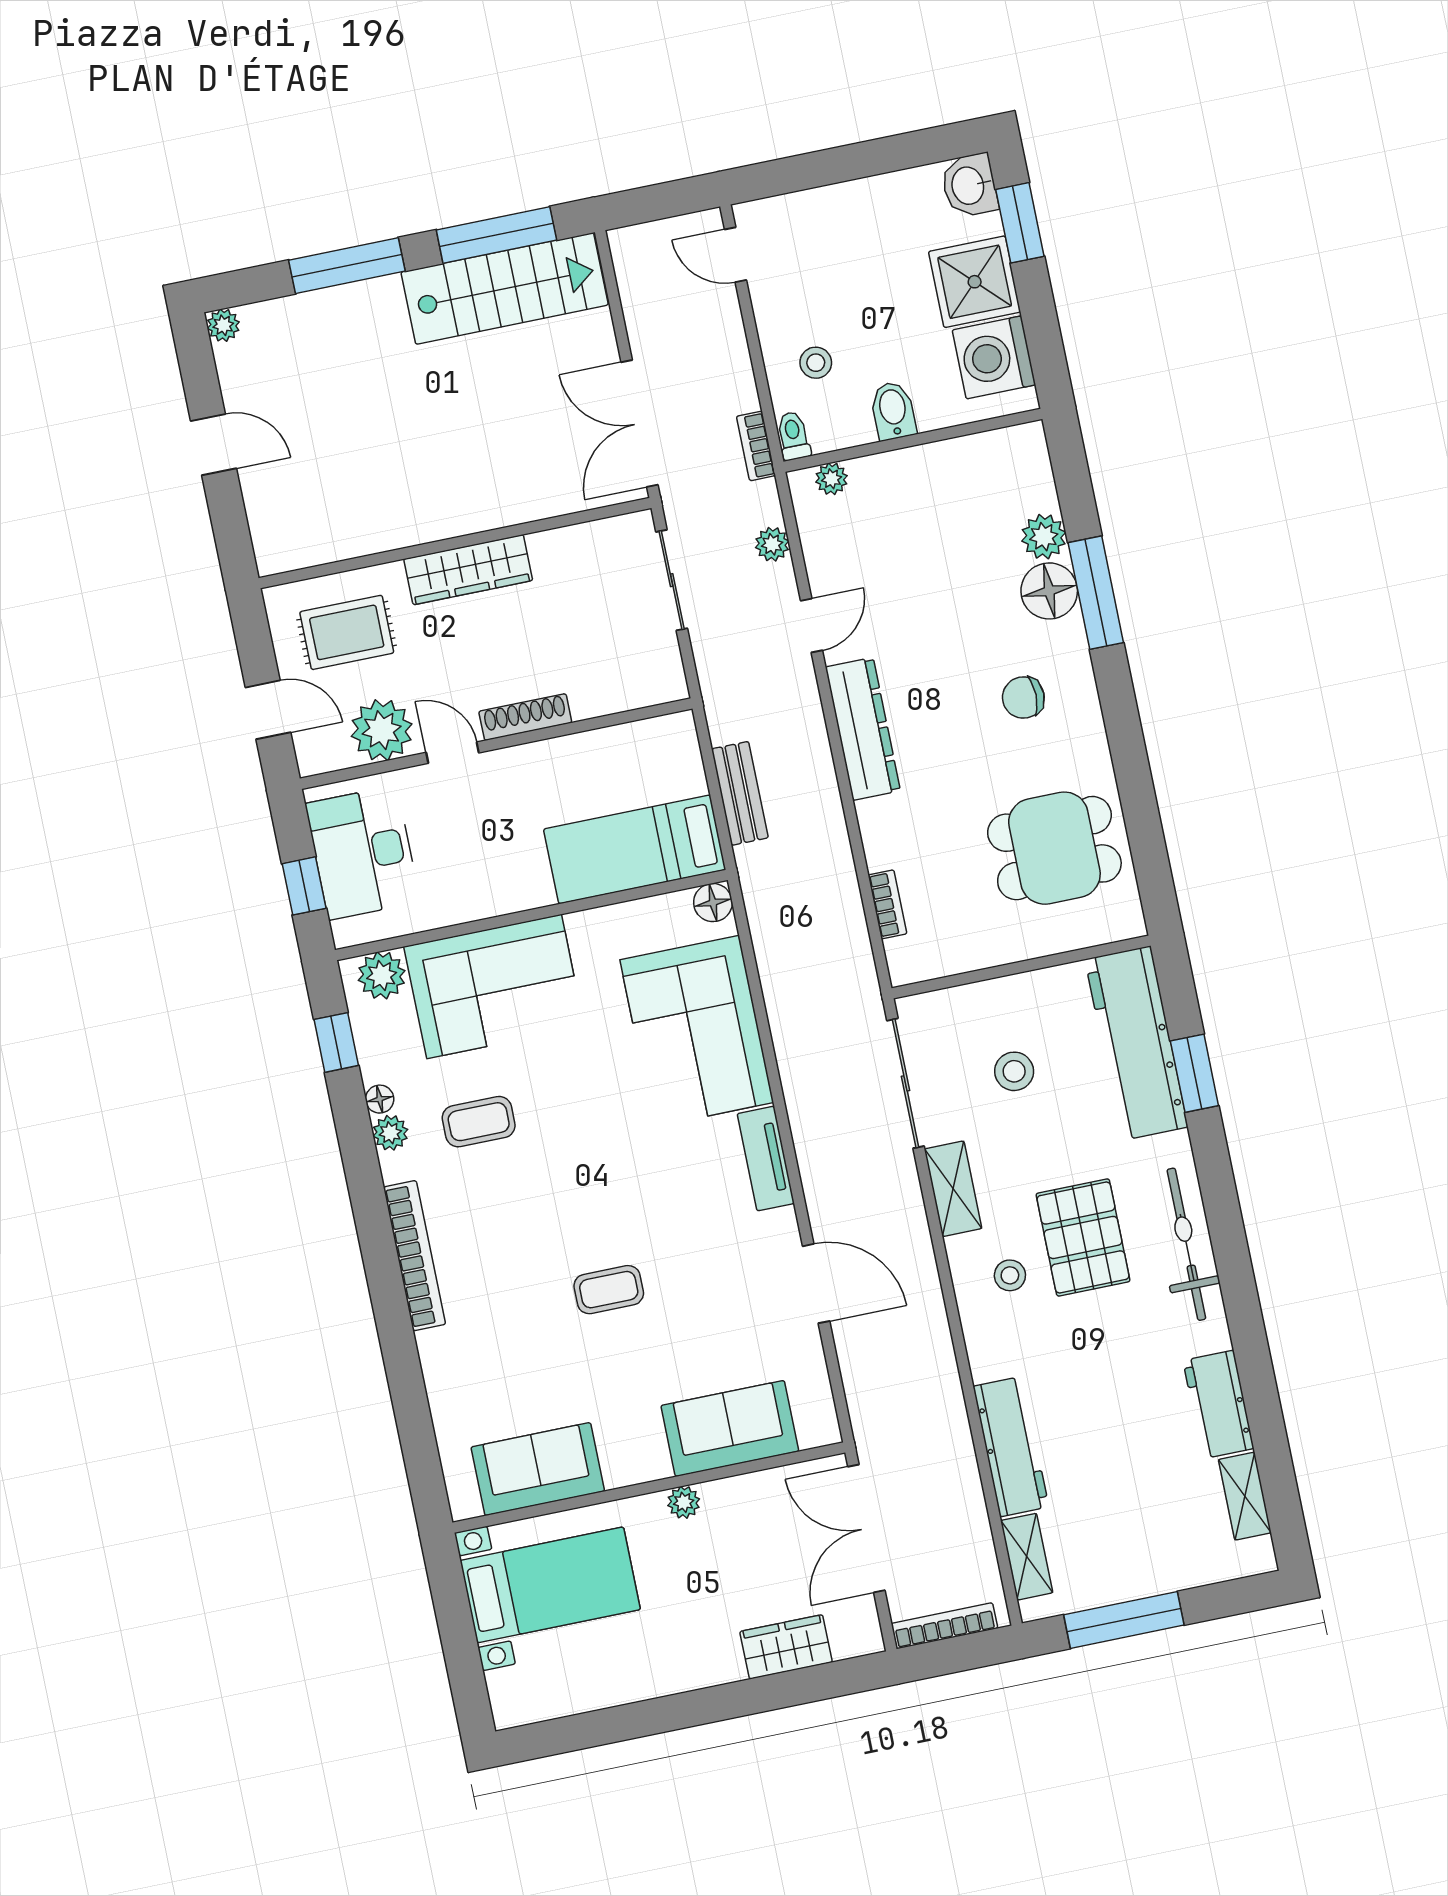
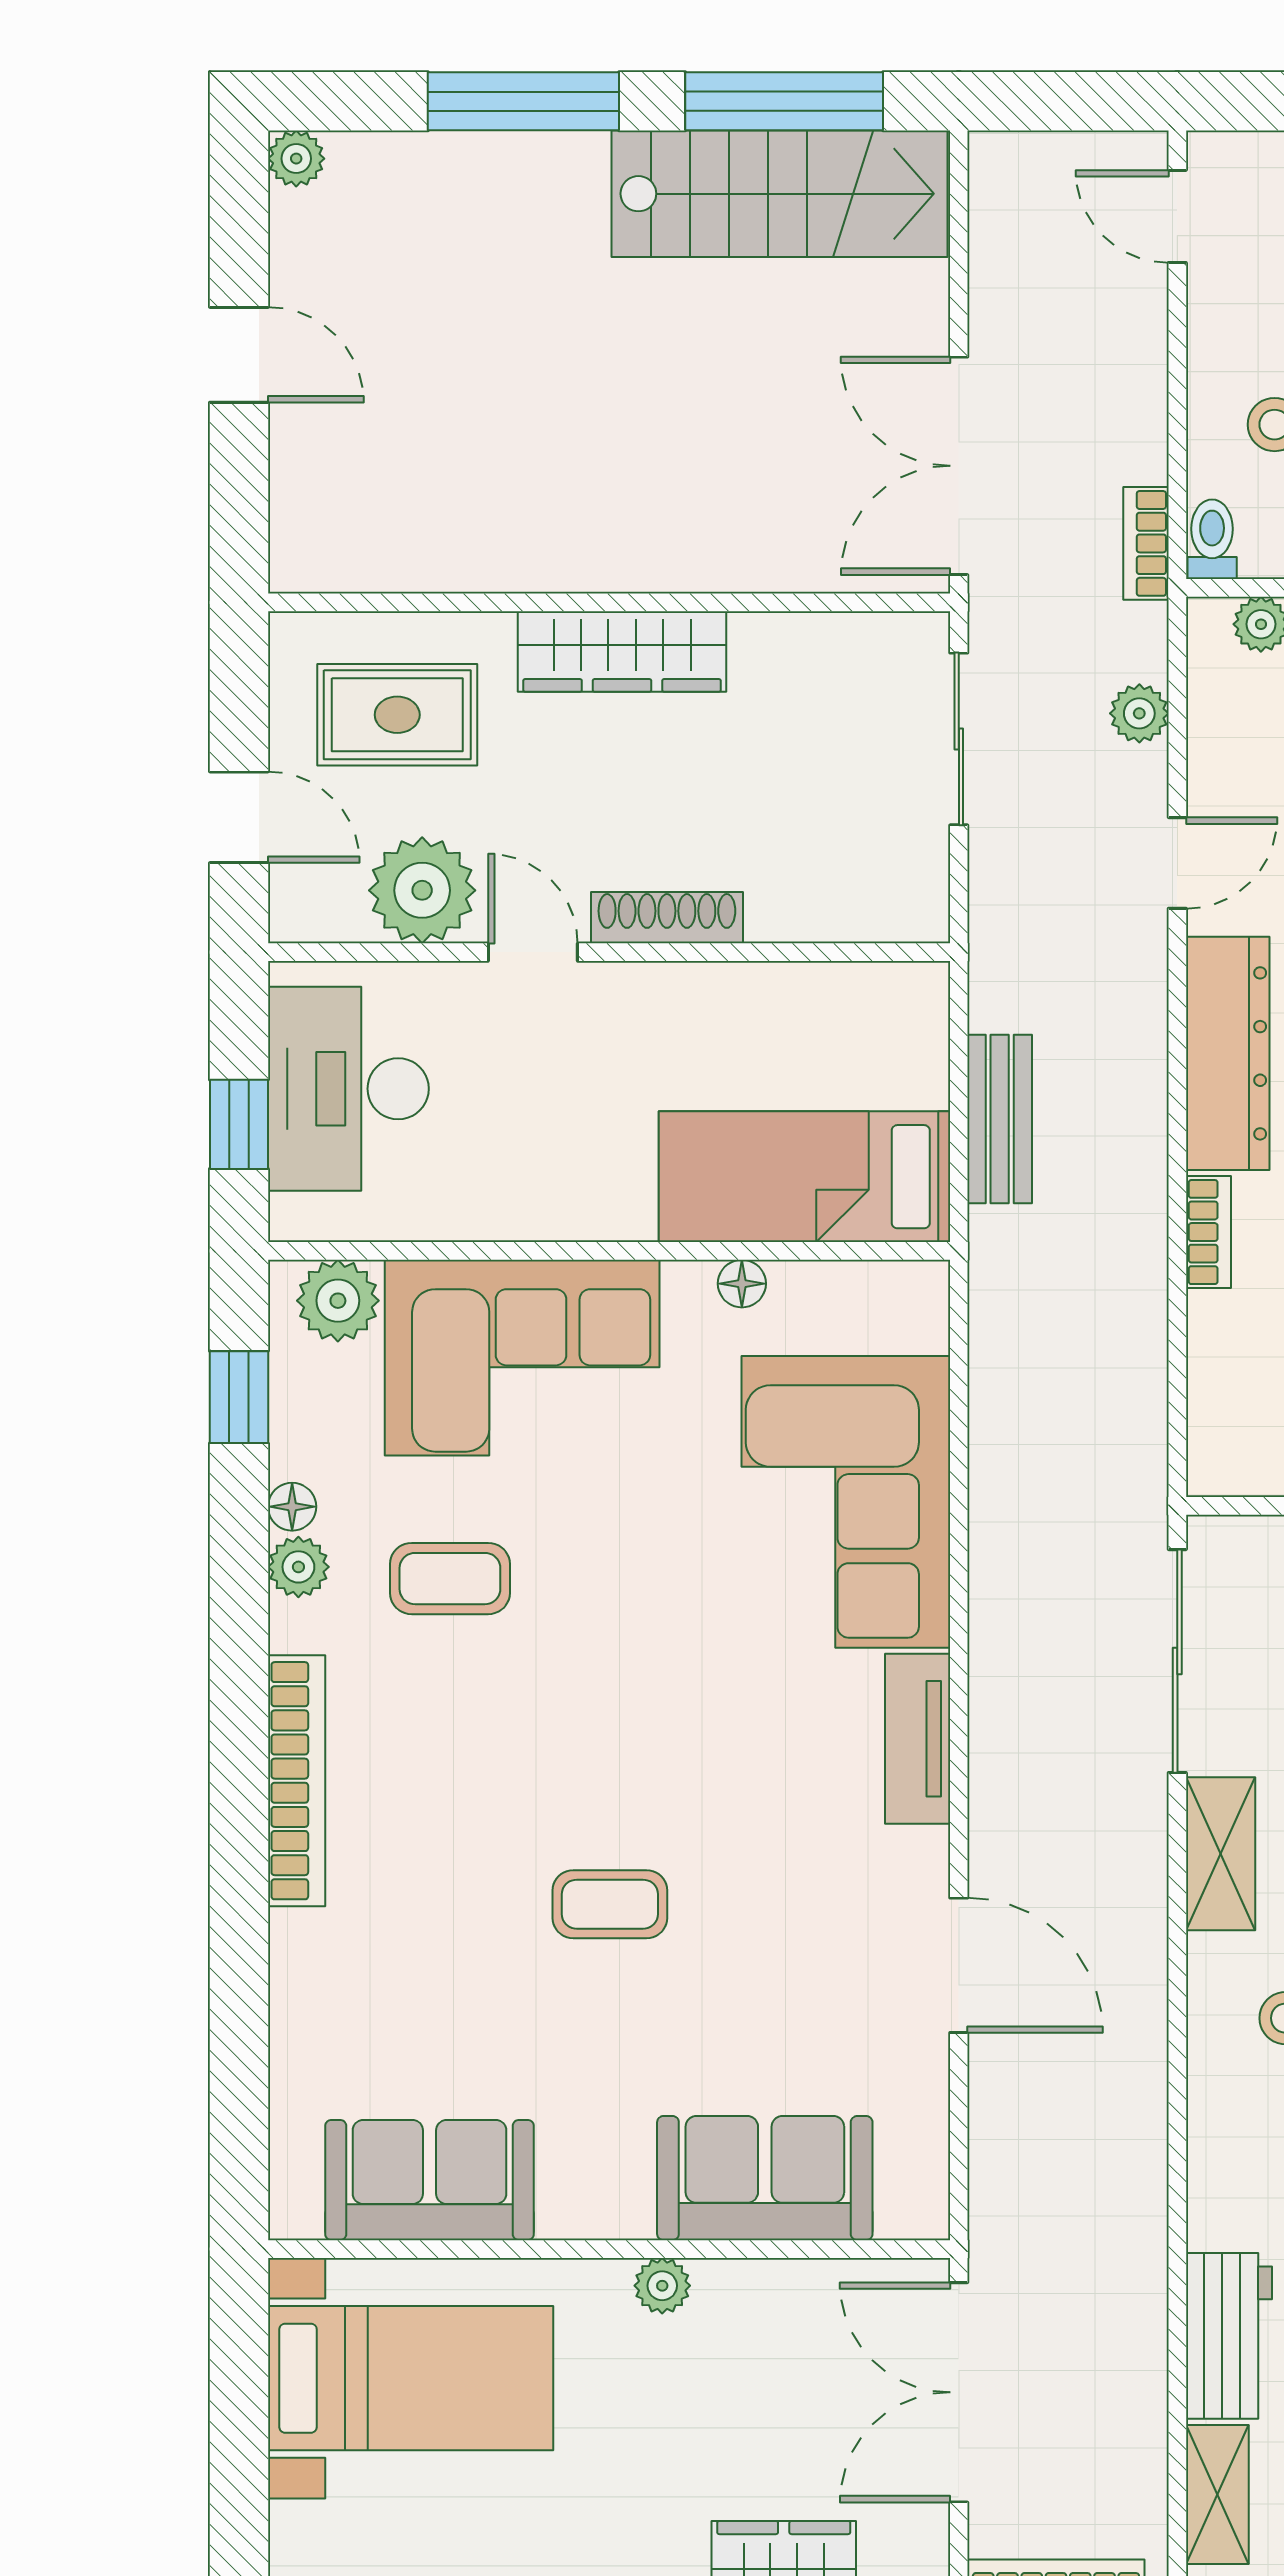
floor lamp: (713, 903) -> (742, 1284), moved, width x0.73, depth x0.73
bookcase: (887, 904) -> (1209, 1232), moved
workbench: (1011, 1447) -> (1229, 2336), width x0.73

